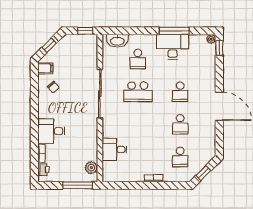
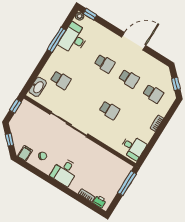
desk: (173, 47) -> (74, 39), moved
school desk: (138, 92) -> (109, 110), moved, width x0.54
desk: (51, 131) -> (65, 172), moved
desk: (114, 149) -> (133, 147), moved, turned -90
plant: (91, 168) -> (120, 165), removed

